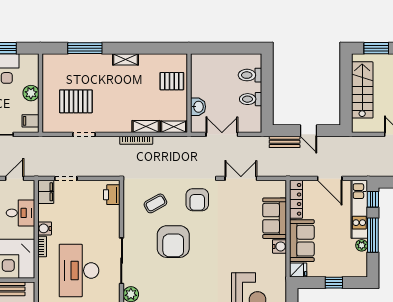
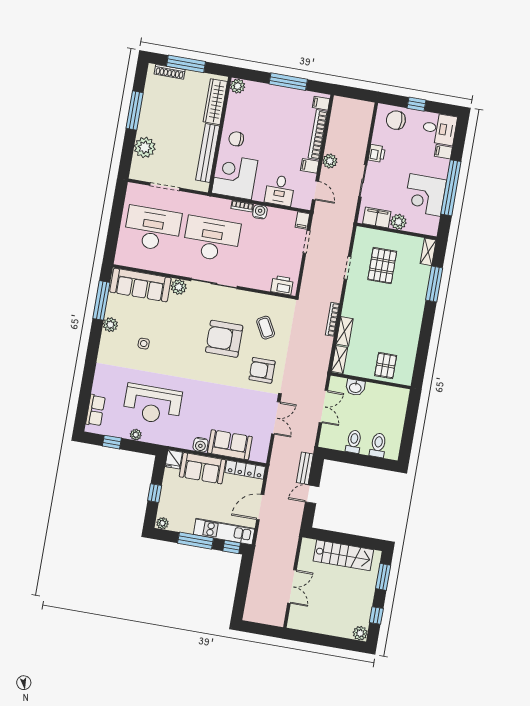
shelving: (126, 59) -> (428, 252), moved
filing cabinet: (30, 121) -> (377, 218), width x2.00
filing cabinet: (46, 192) -> (302, 220), width x0.50
plant: (362, 245) -> (163, 523), moved

